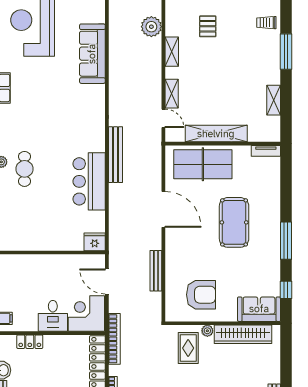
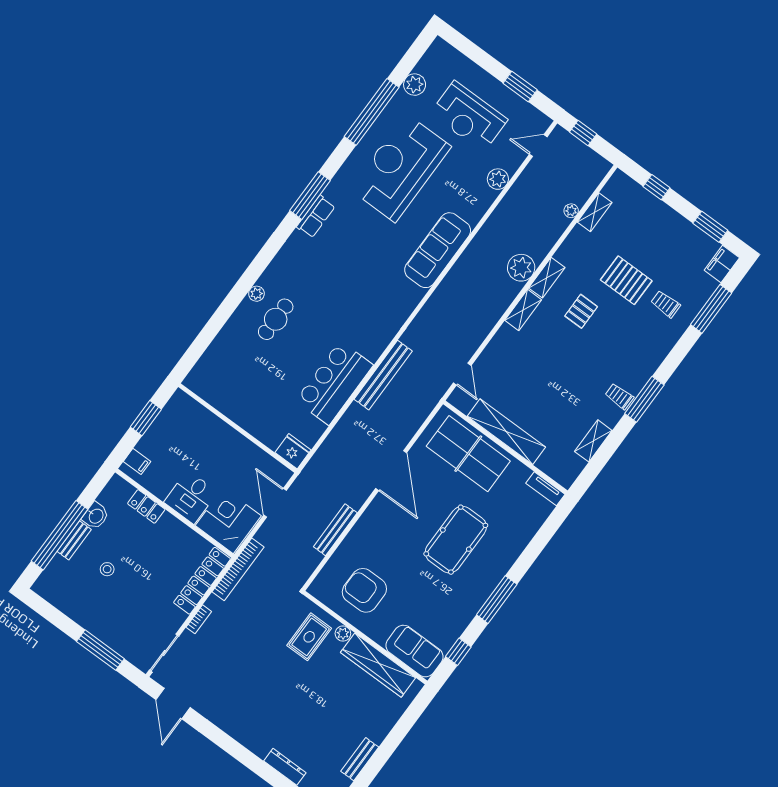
trolley: (266, 23) -> (619, 396), moved
shelving: (172, 94) -> (547, 278), moved
armchair: (201, 295) -> (364, 590), turned 180

